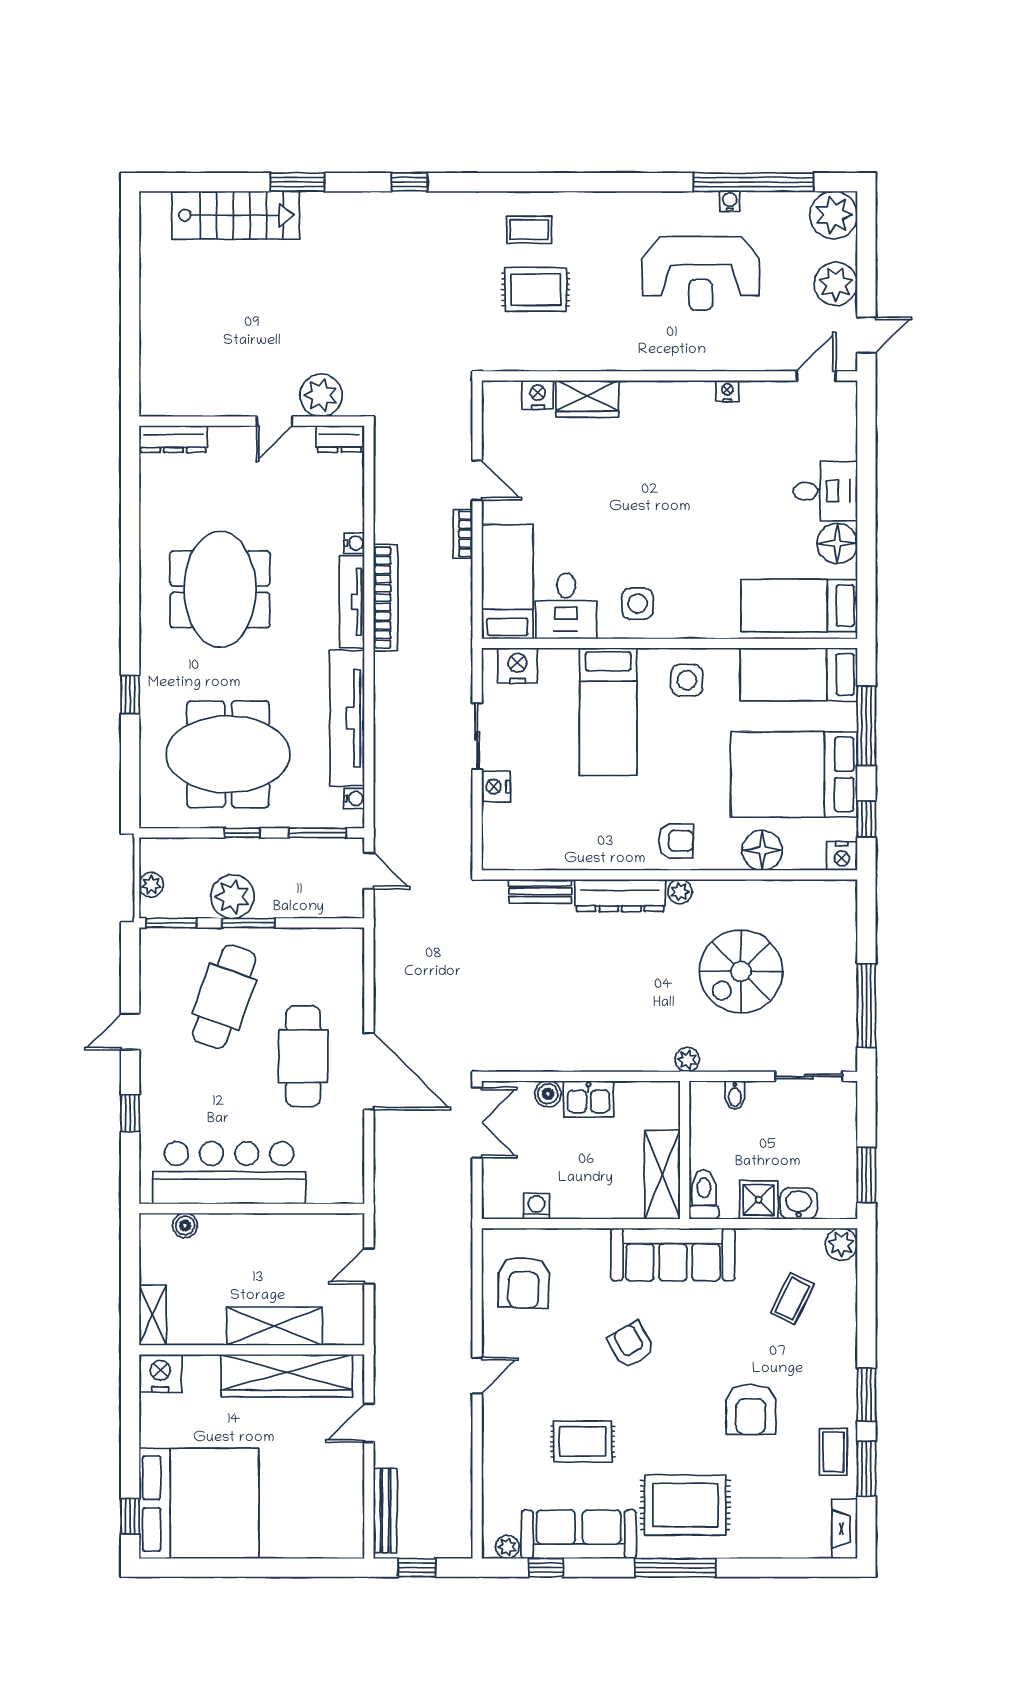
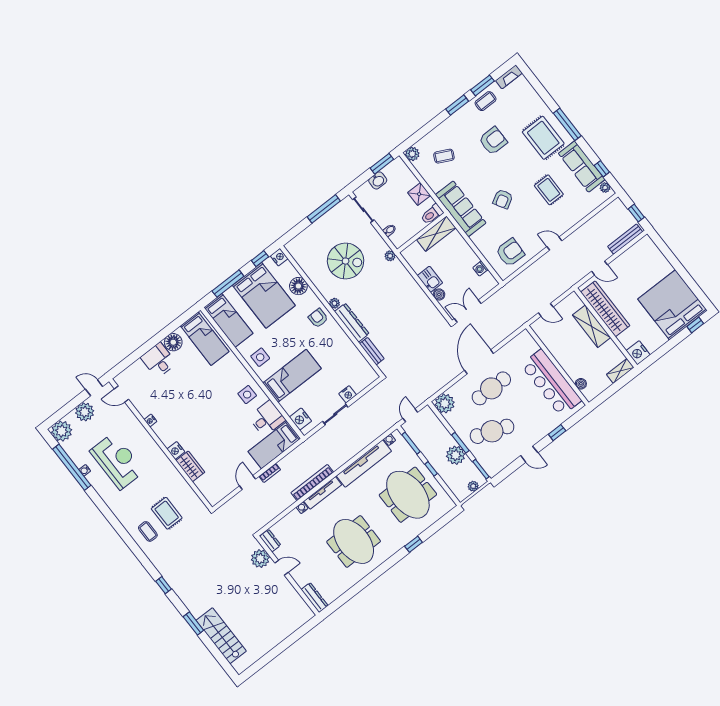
nightstand: (538, 395) -> (176, 450), moved
meeting table: (220, 589) -> (354, 541), turned 90
plant: (342, 950) -> (445, 403), added
washbasin: (799, 1203) -> (378, 180), moved, turned -90

